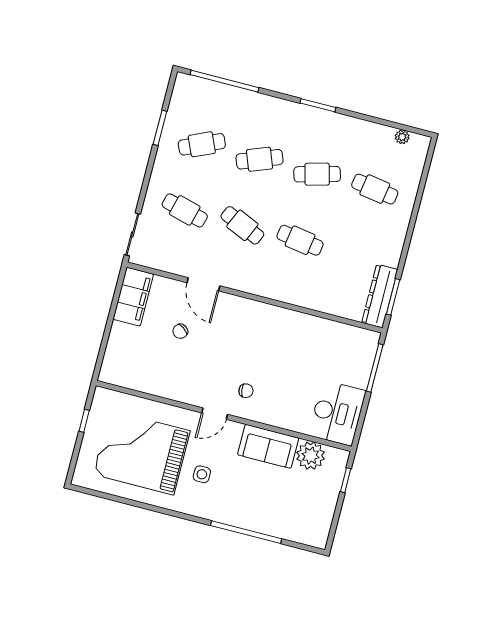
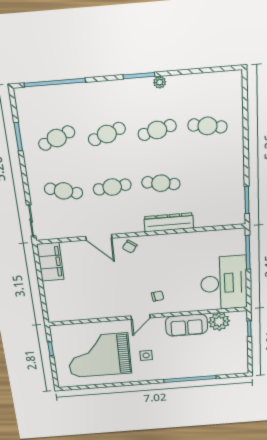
plant: (402, 137) -> (160, 82), moved
cafe table: (242, 225) -> (112, 187), turned -30
dresser: (380, 296) -> (169, 222), moved, turned 90
chair: (180, 331) -> (130, 247), moved
desk: (337, 413) -> (224, 283), width x1.36, depth x1.30

